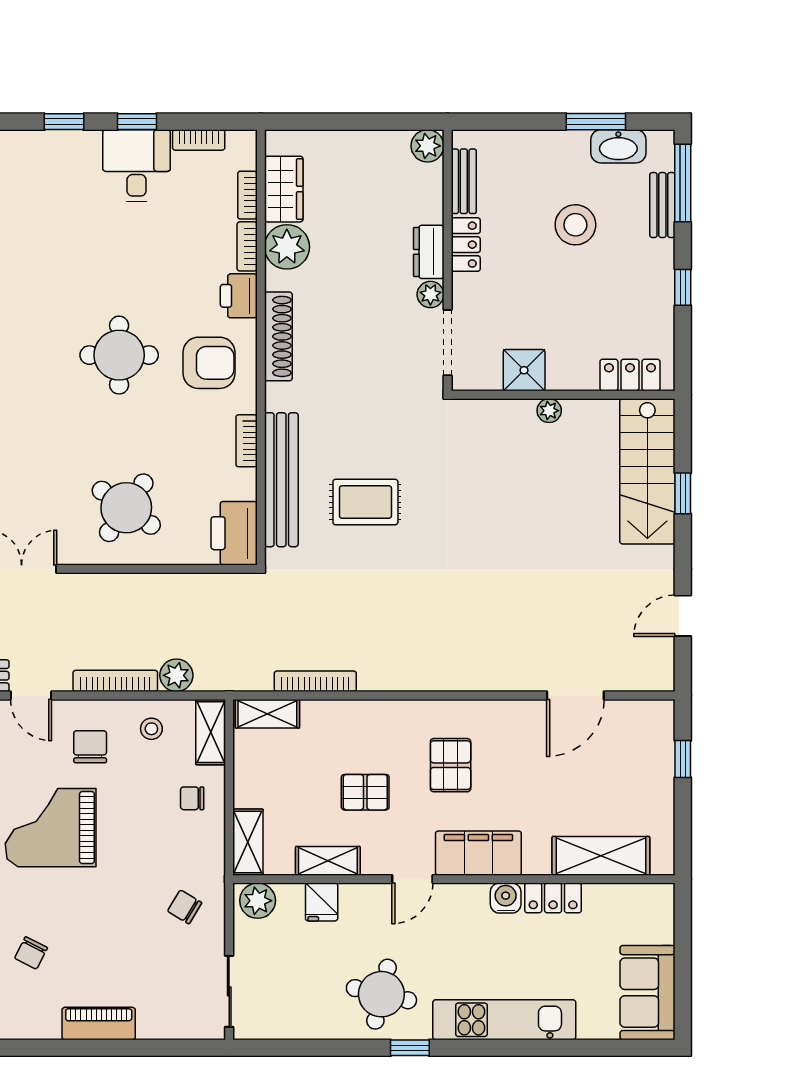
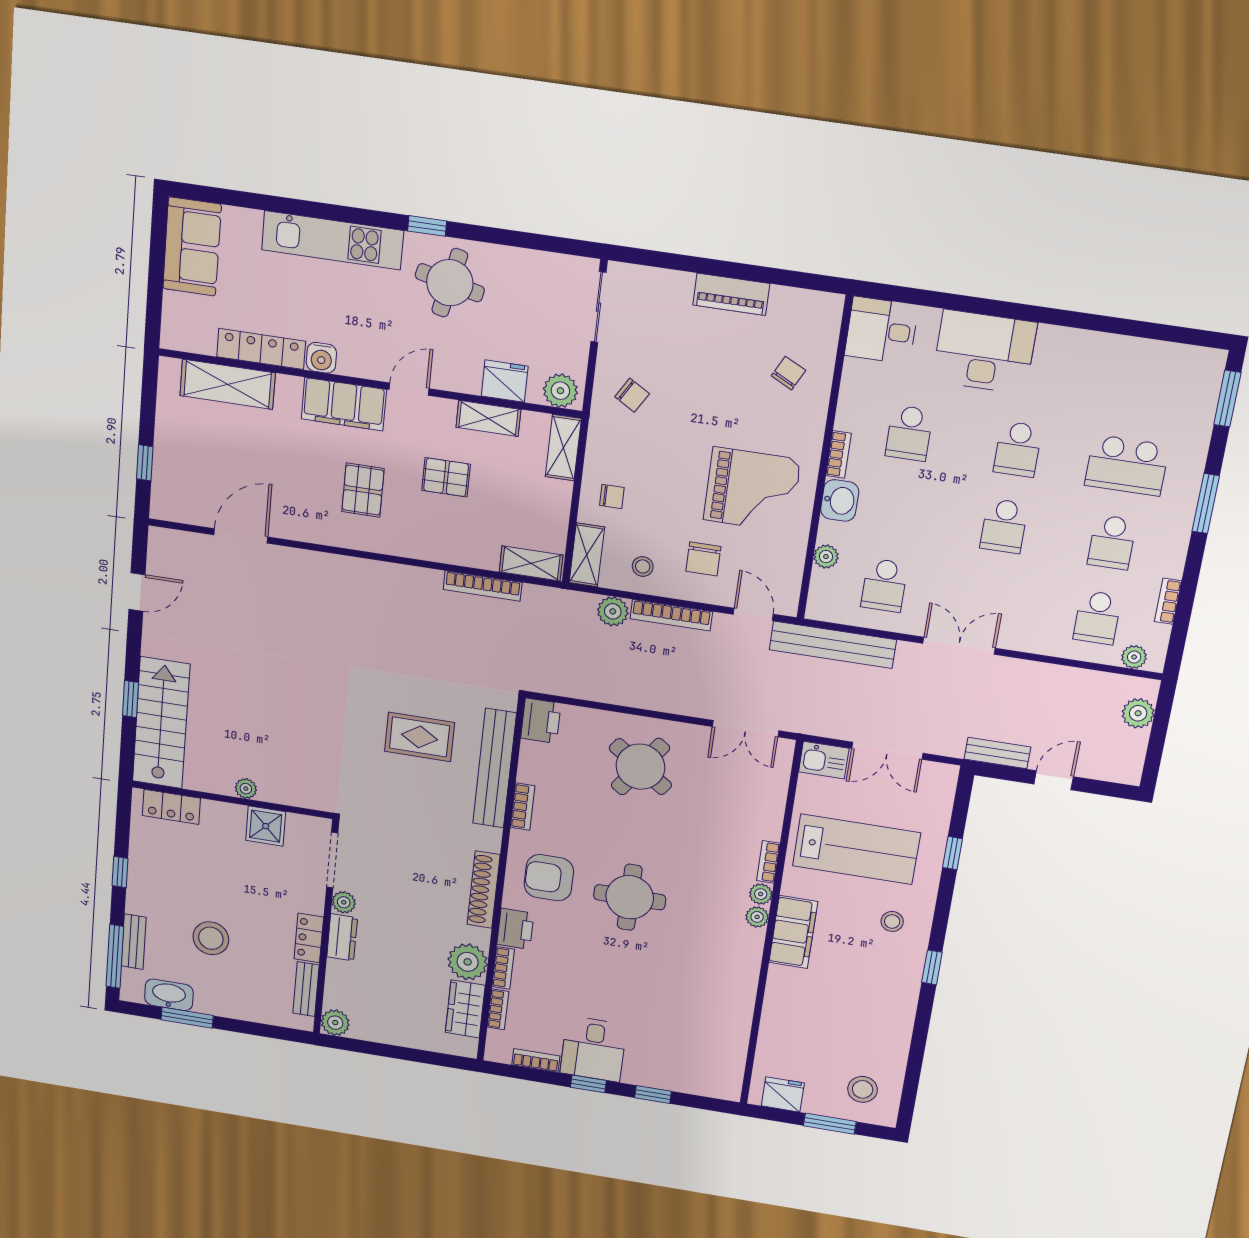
printer: (234, 533) -> (541, 721), width x0.73, depth x0.84
locker: (553, 898) -> (261, 349), width x1.53
fridge: (322, 902) -> (505, 381), width x1.38

